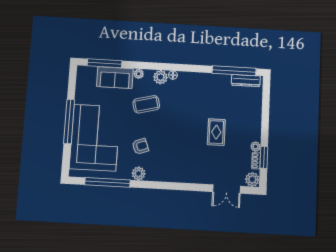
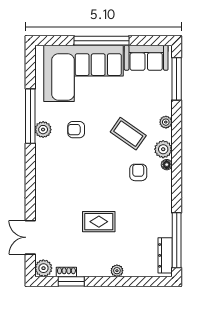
sofa: (115, 78) -> (146, 58), moved, turned -90
armchair: (178, 98) -> (138, 172), added
coffee table: (146, 104) -> (128, 134), turned -41
armchair: (140, 146) -> (76, 130), turned 110
plant: (256, 147) -> (117, 271), moved
window: (107, 182) -> (30, 116), moved

